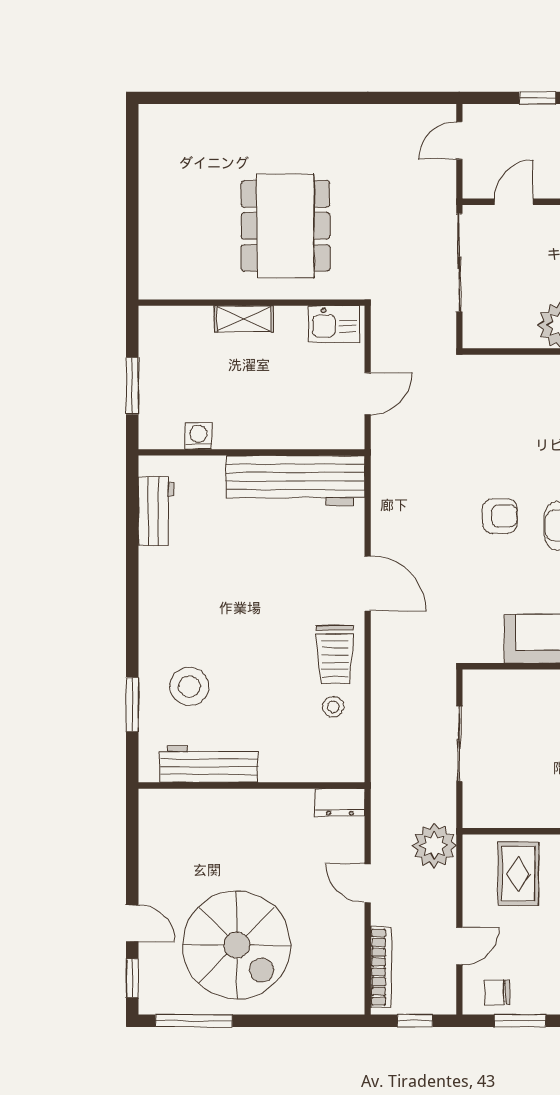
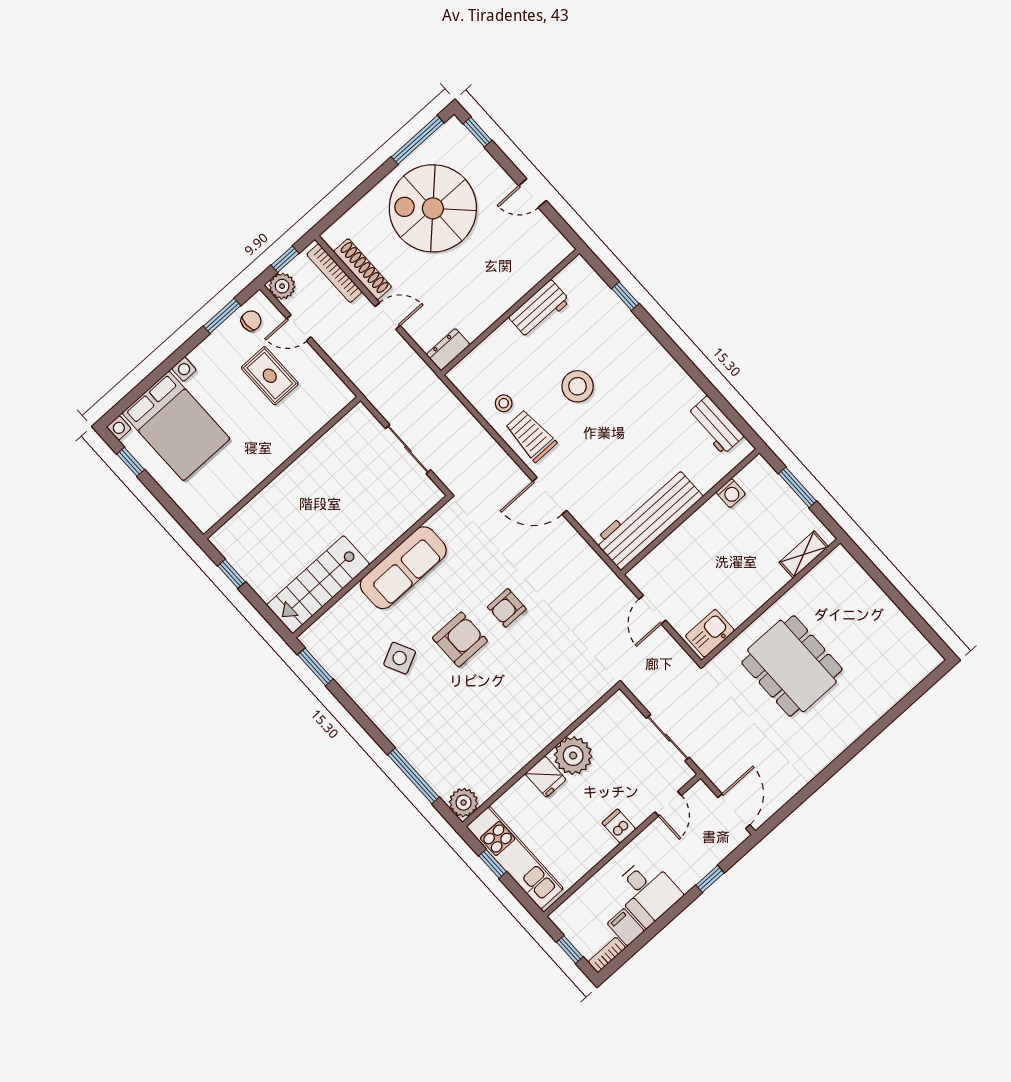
door: (459, 140) -> (734, 811), width x1.37
sliding door: (459, 263) -> (668, 738), width x0.73
shelving: (244, 319) -> (804, 554), moved
stool: (189, 686) -> (578, 386), moved
window: (132, 705) -> (625, 296), width x0.67
workbench: (209, 764) -> (539, 309), width x0.73
plant: (434, 846) -> (282, 286), moved, width x0.73, depth x0.73
rug: (518, 874) -> (270, 376), moved
door: (132, 923) -> (533, 193), moved
door: (459, 946) -> (299, 328), hinge flipped
shoe rack: (352, 947) -> (363, 269), added

